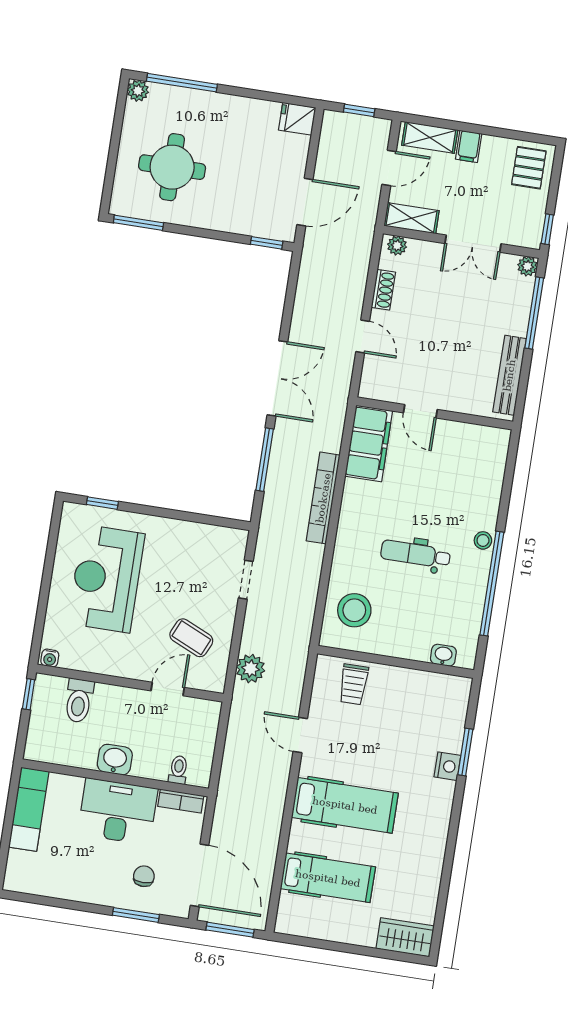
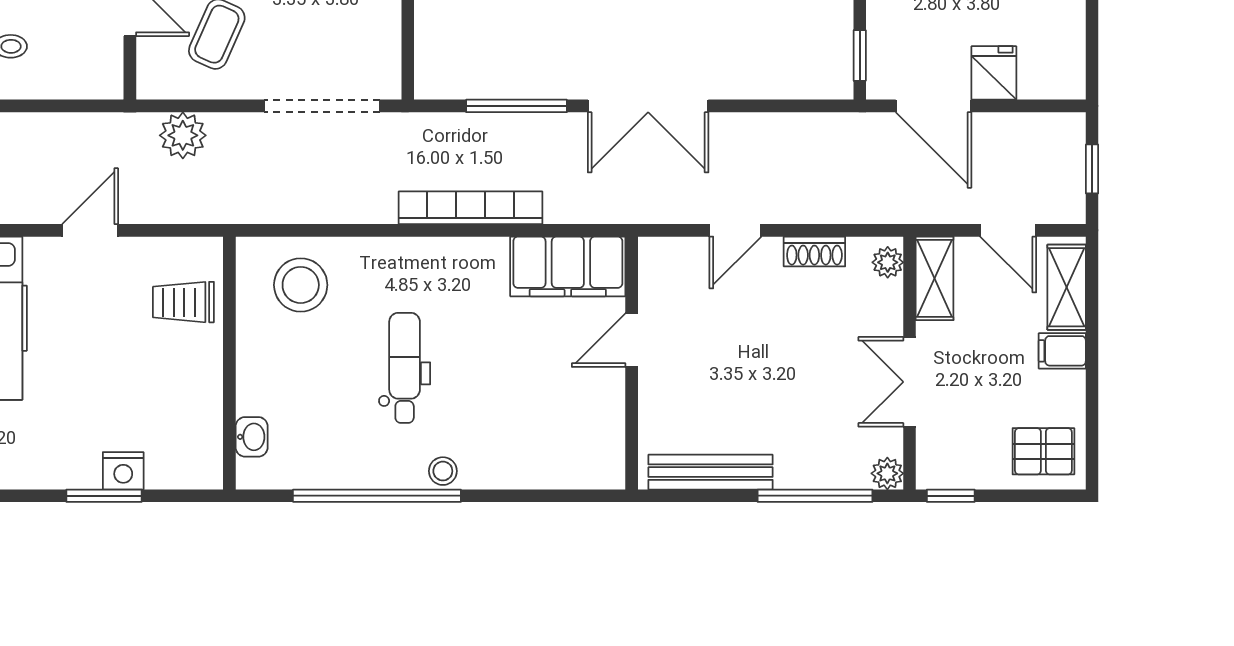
fridge: (297, 119) -> (994, 73), moved
doorway: (246, 580) -> (322, 106), width x1.88
nightstand: (447, 766) -> (123, 471), moved

